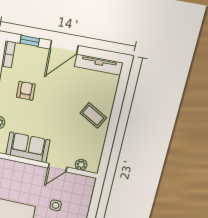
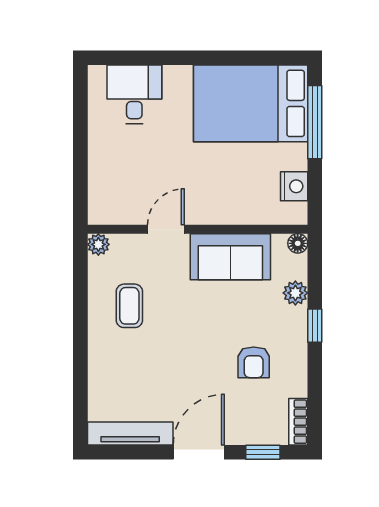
coffee table: (93, 115) -> (129, 306), moved, turned 61
plant: (81, 165) -> (98, 244), moved
side table: (56, 205) -> (154, 153), removed

